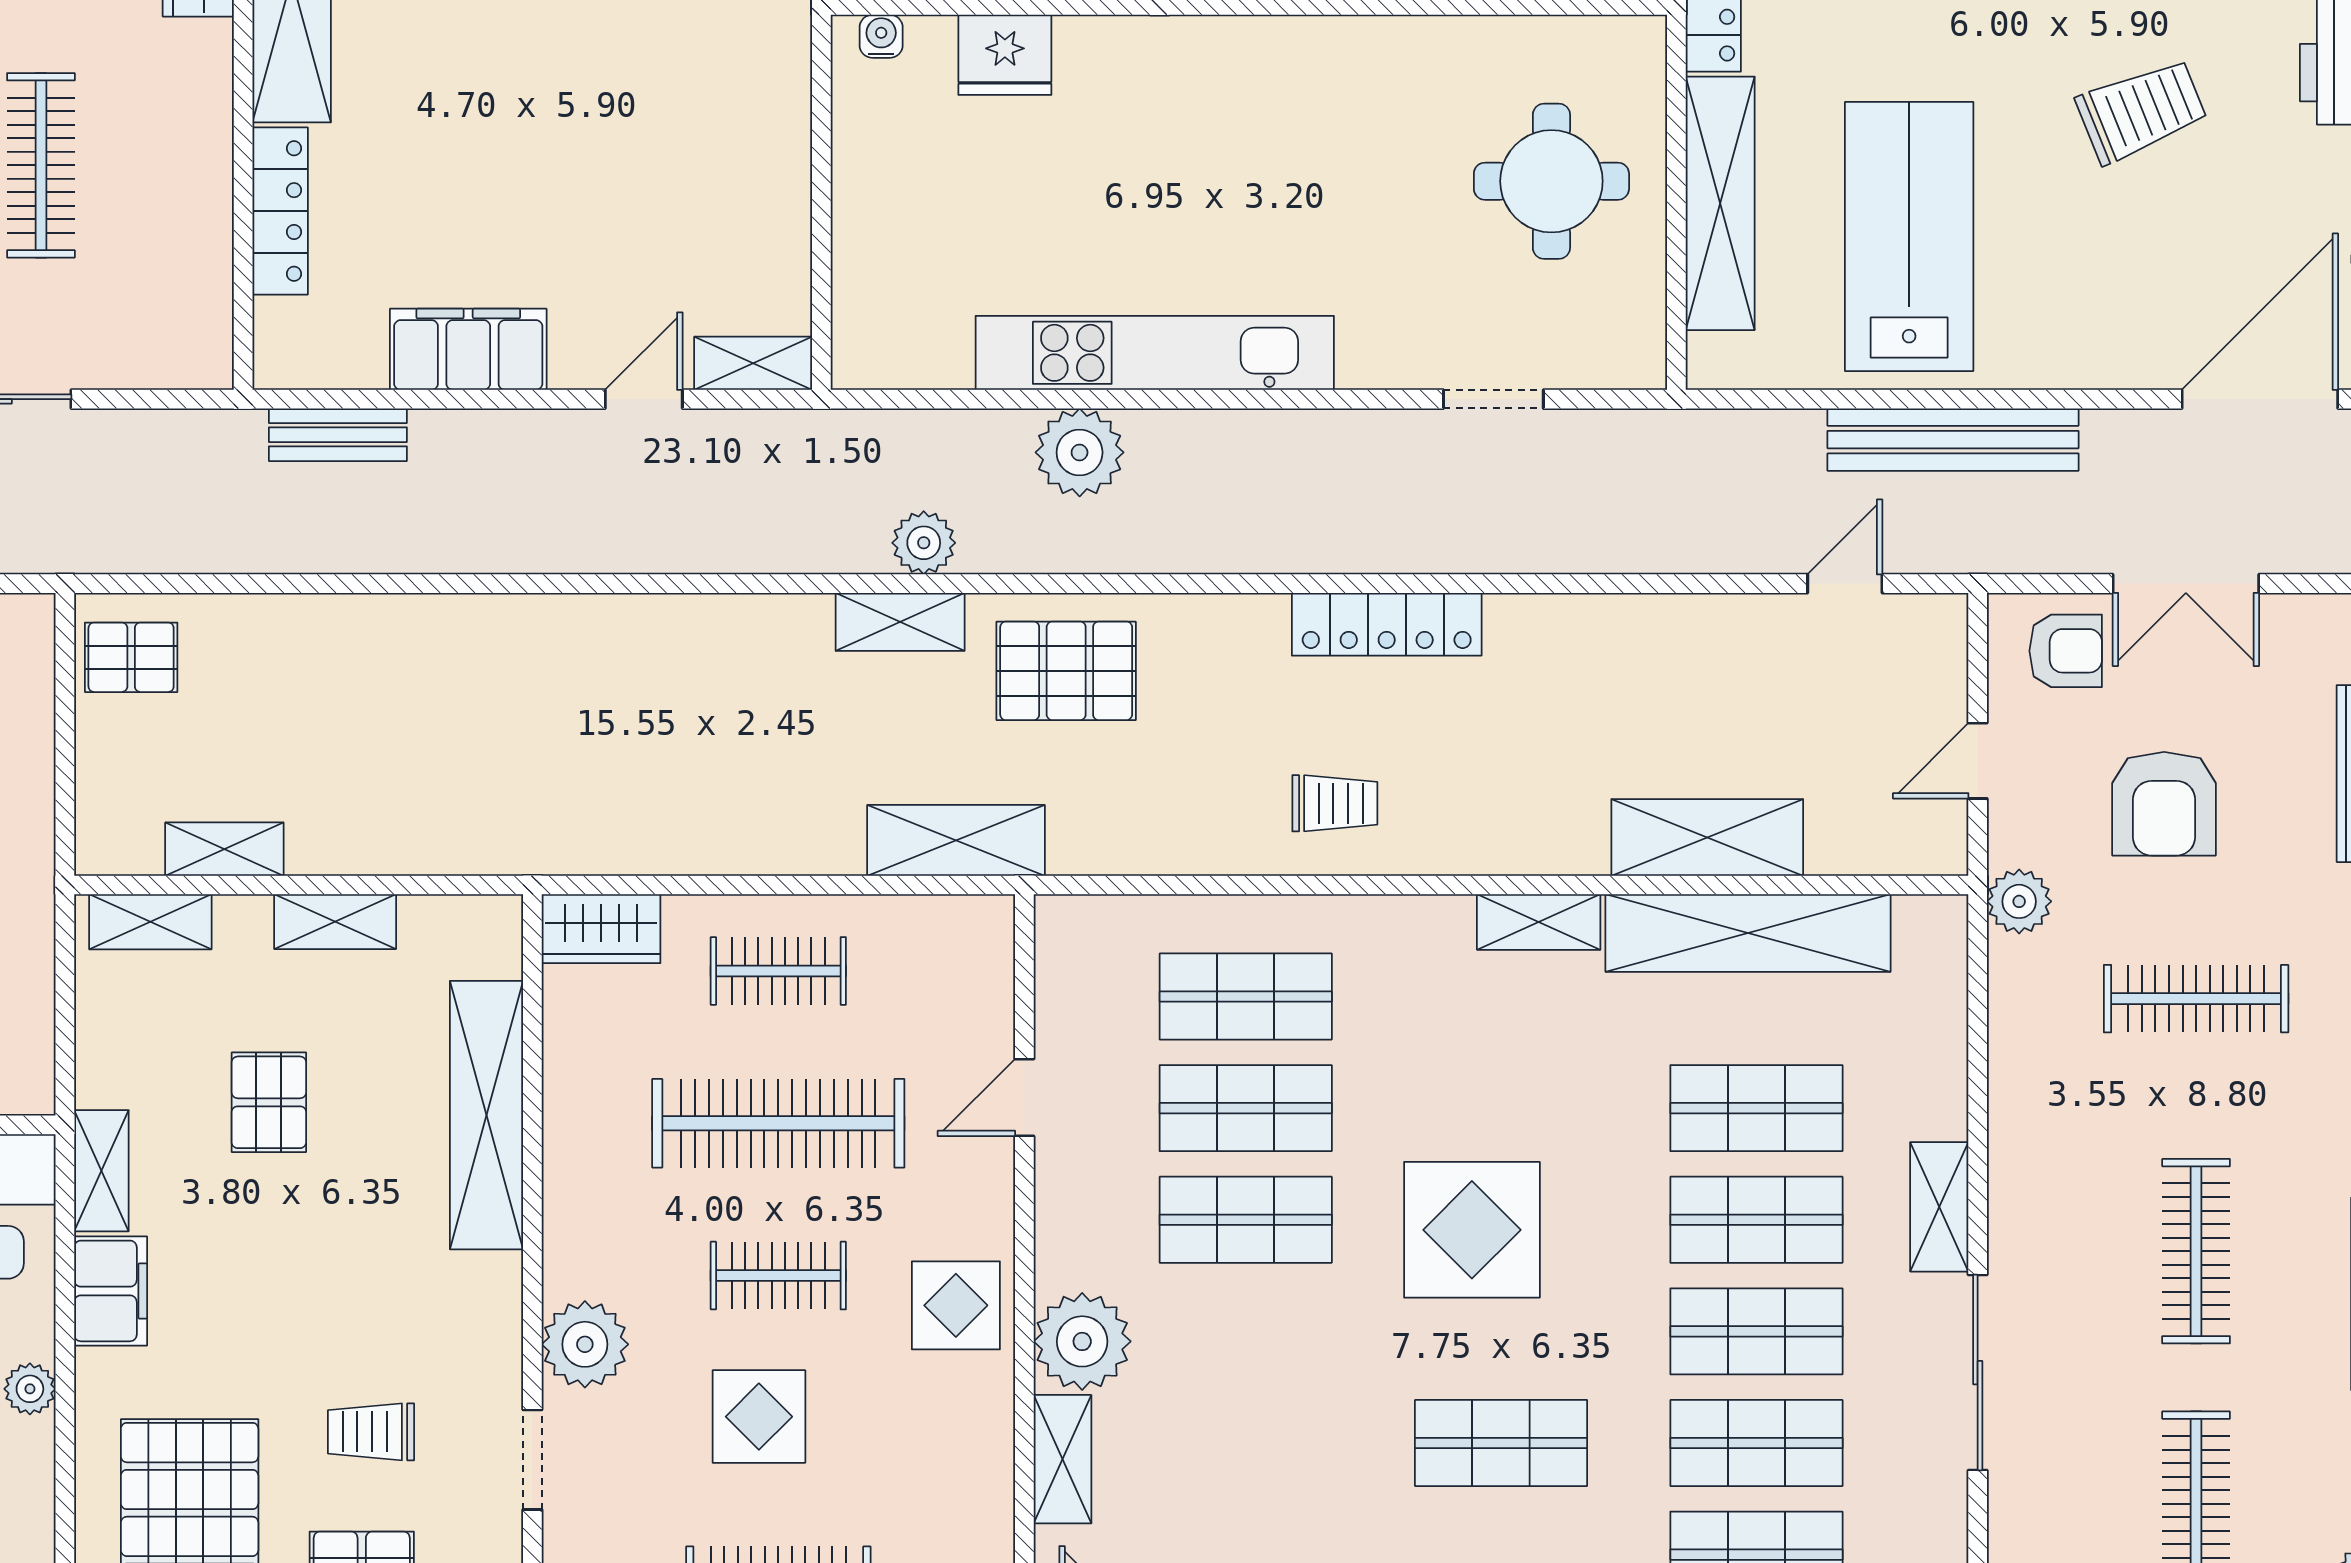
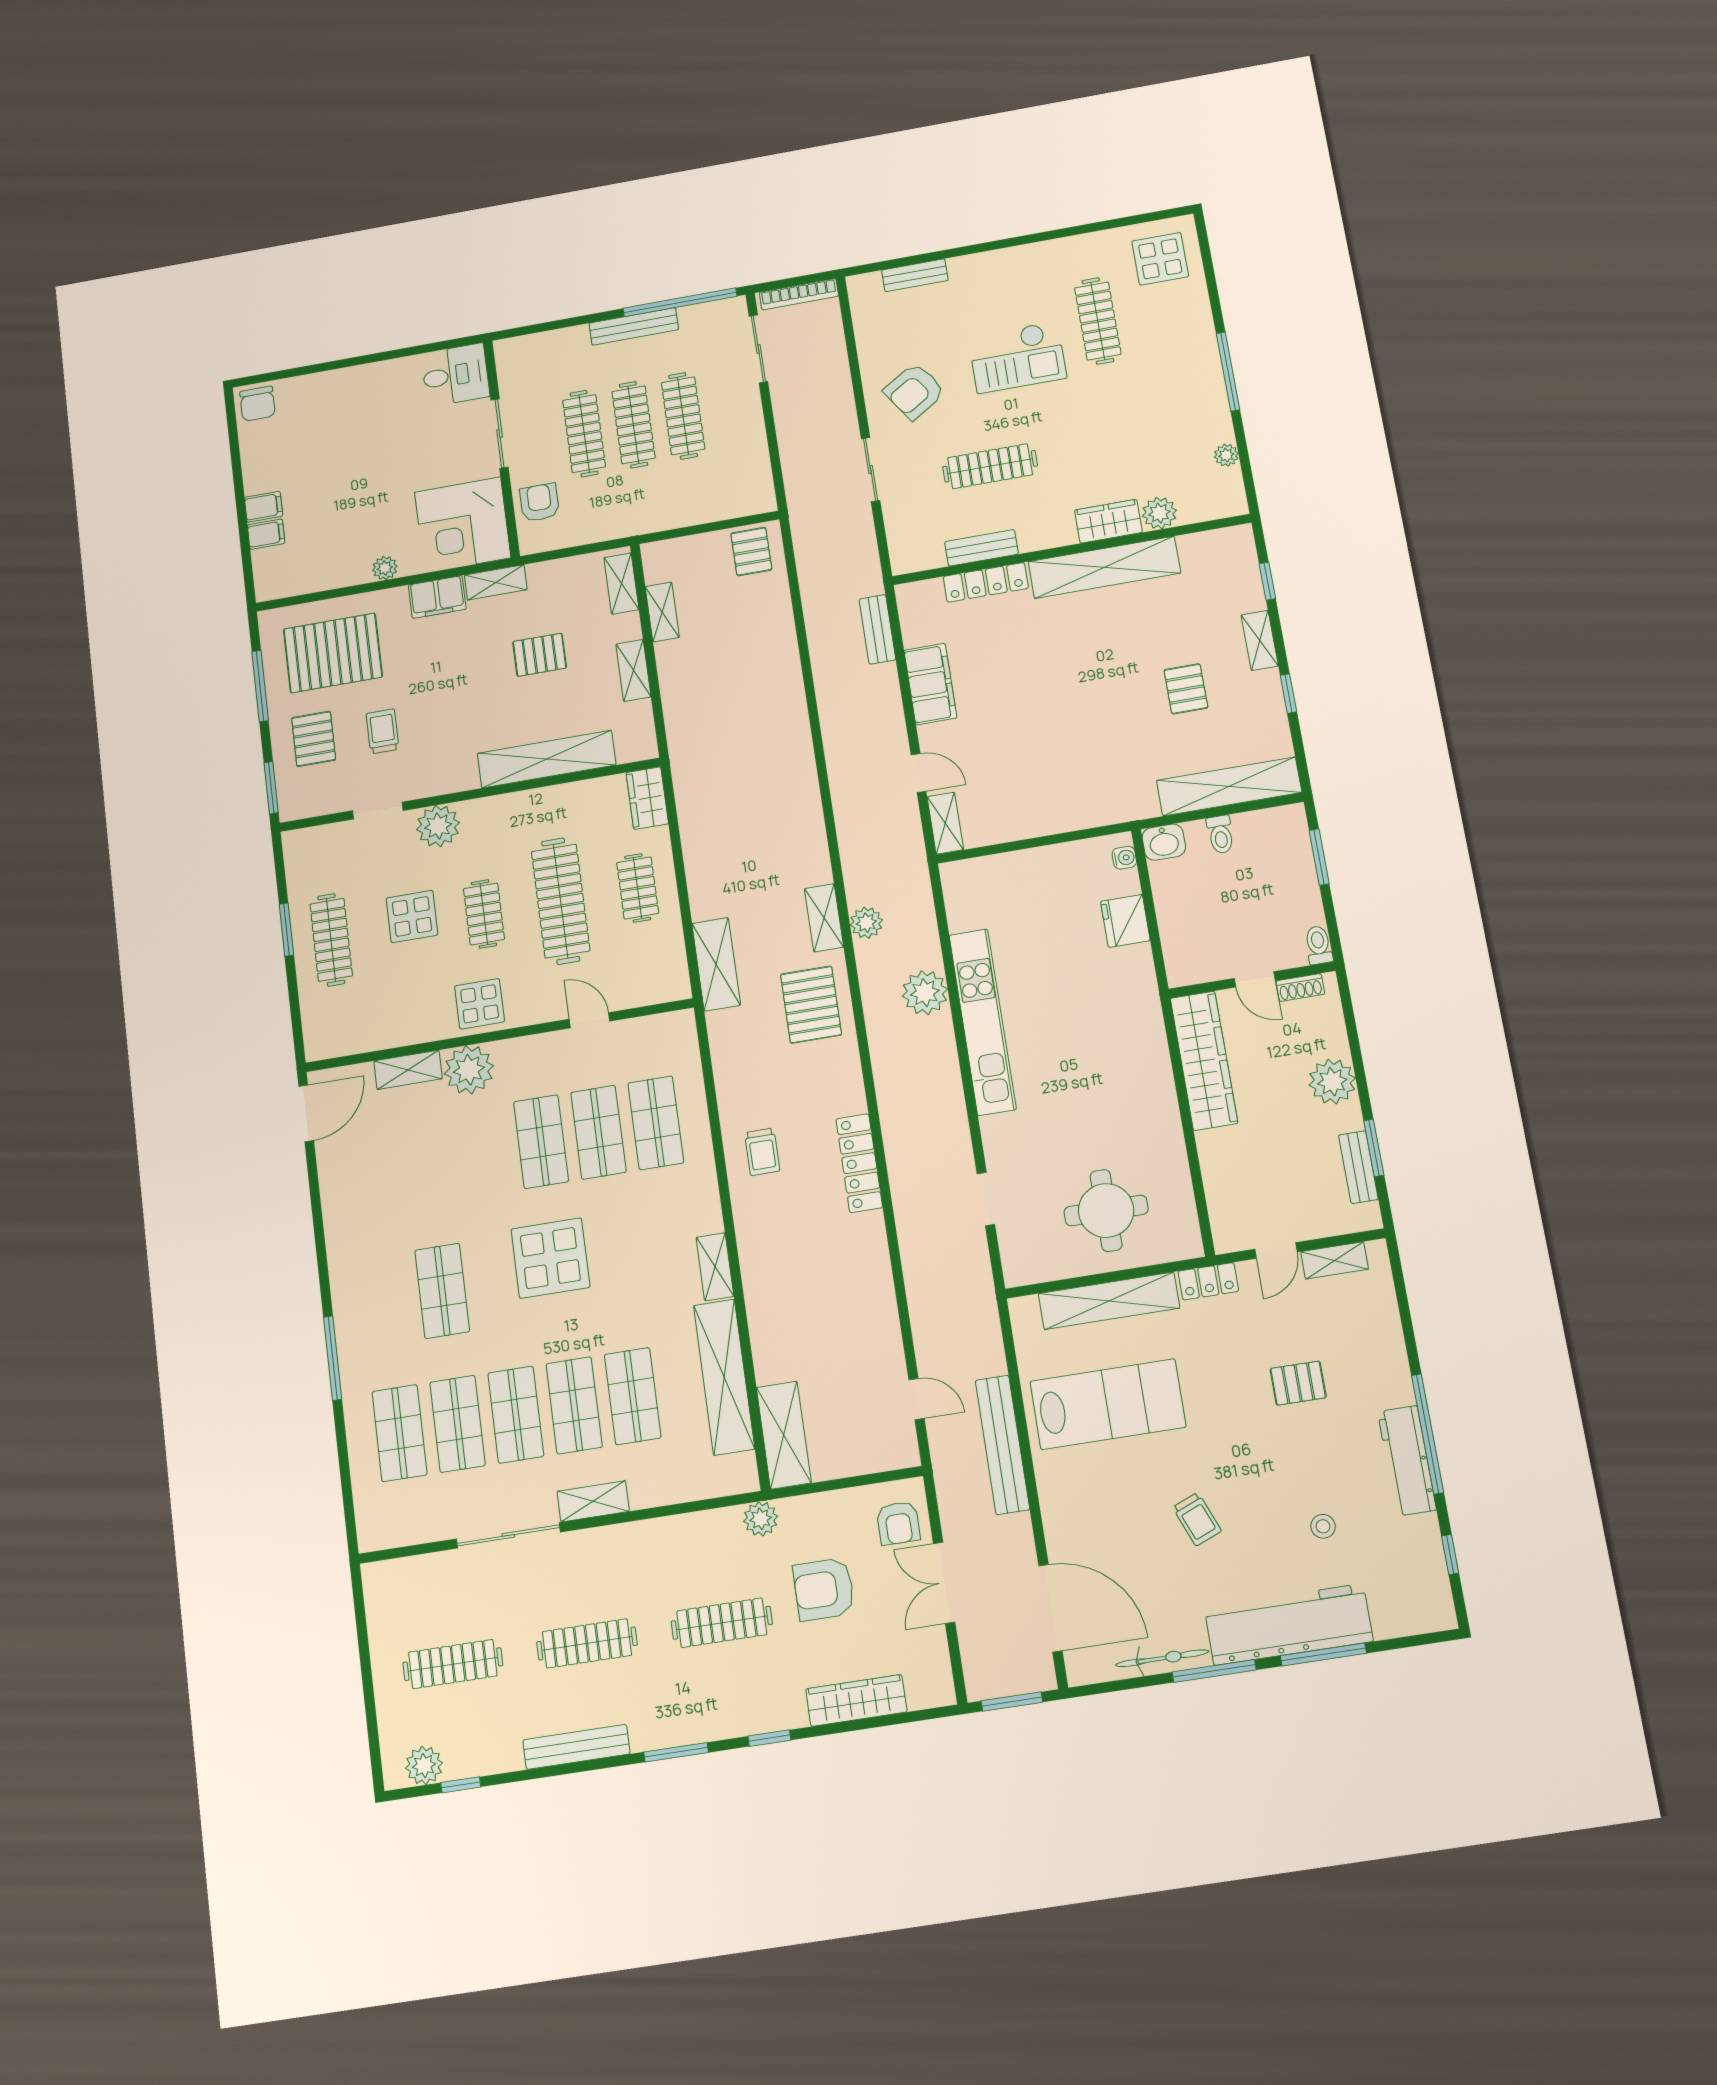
trolley: (2141, 111) -> (1197, 1519), width x0.73, depth x0.72
bench: (208, 208) -> (981, 548), added
door: (1978, 761) -> (833, 1485), removed
shelving: (1707, 837) -> (784, 1435), moved
clothes rail: (2196, 999) -> (722, 1623), turned 90

